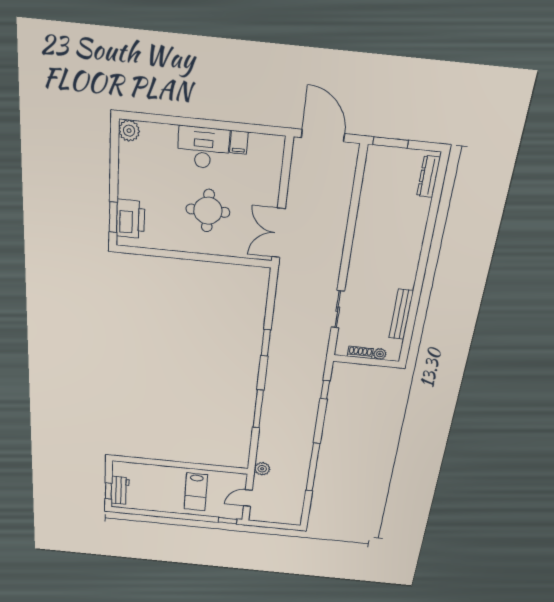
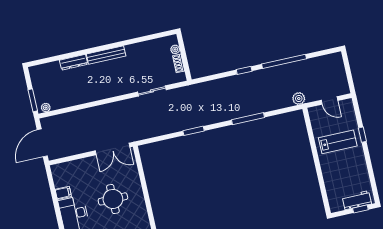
plant: (372, 158) -> (46, 108), added
dresser: (429, 177) -> (74, 62), moved
bench: (401, 314) -> (106, 55), moved
window: (325, 390) -> (244, 70), moved
window: (228, 521) -> (362, 135), moved

